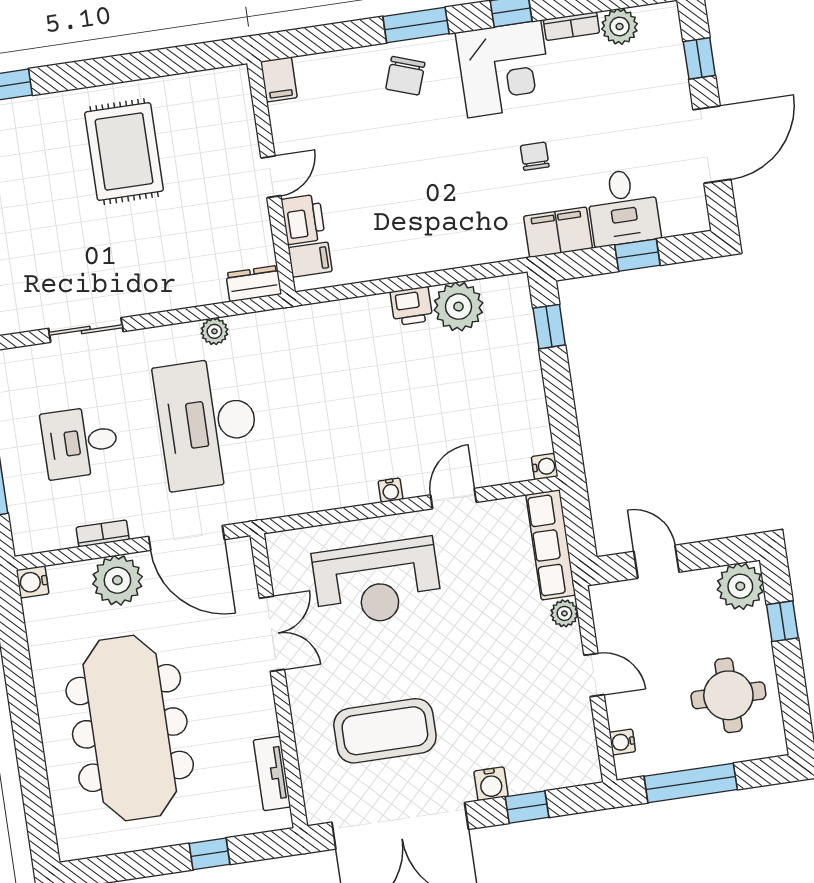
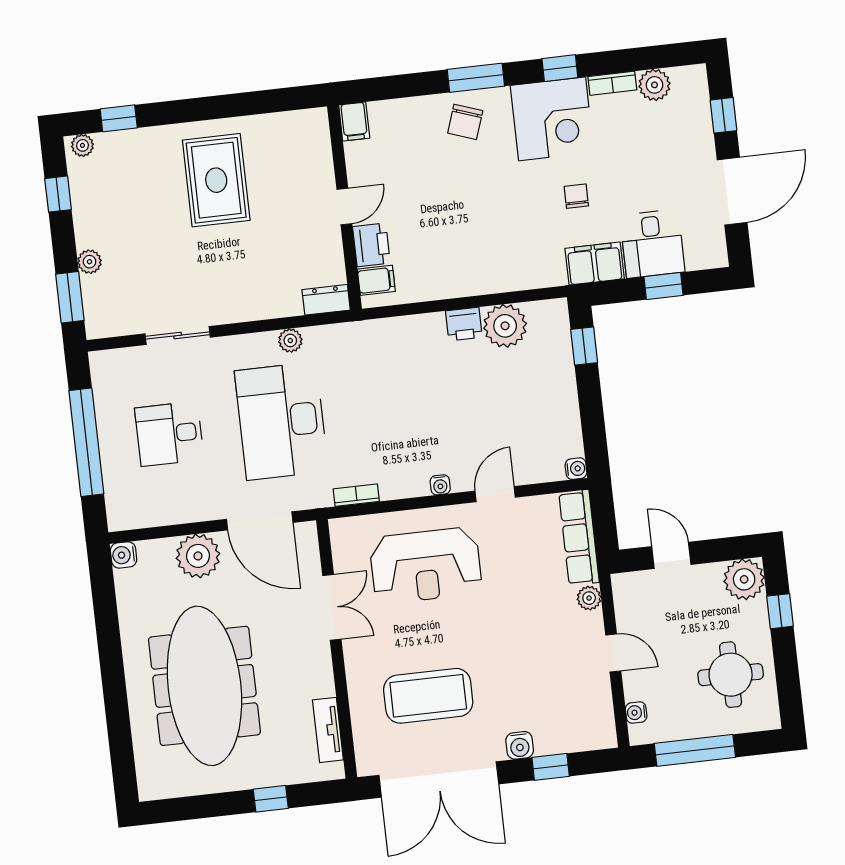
bookcase: (103, 533) -> (356, 495), moved

